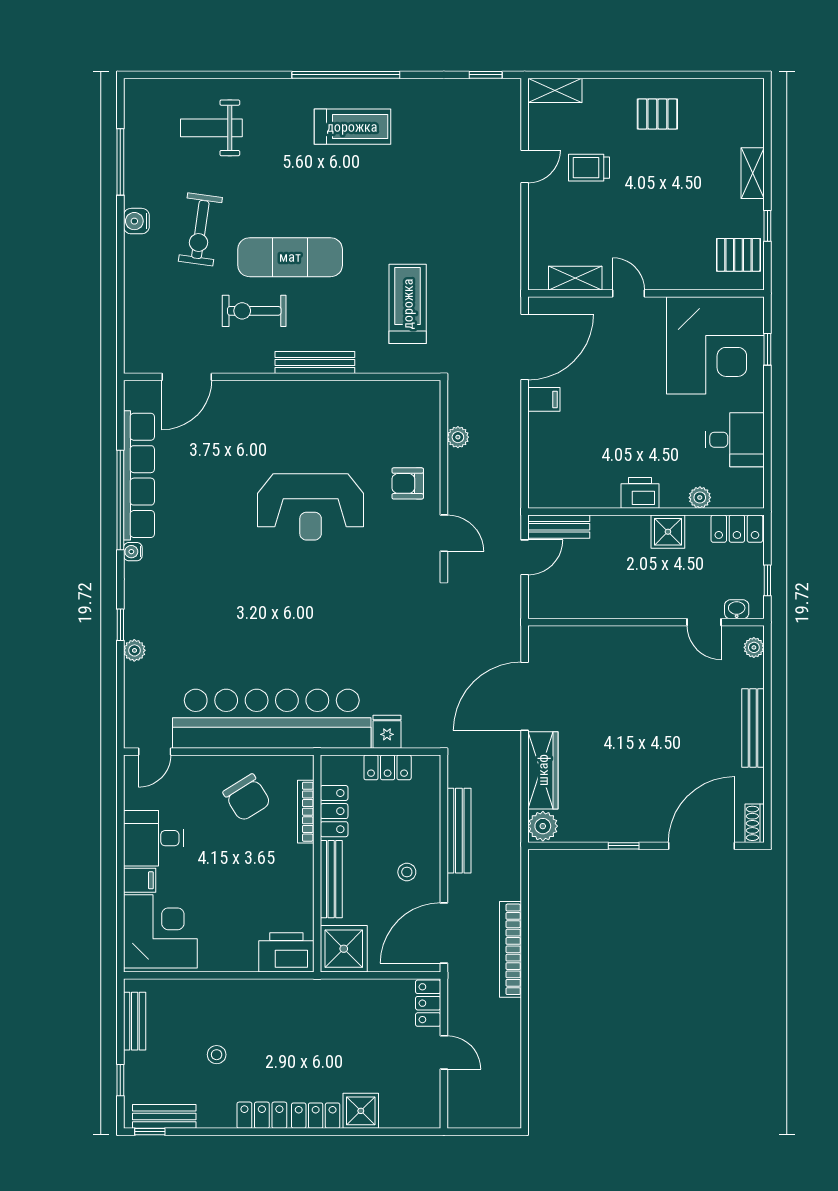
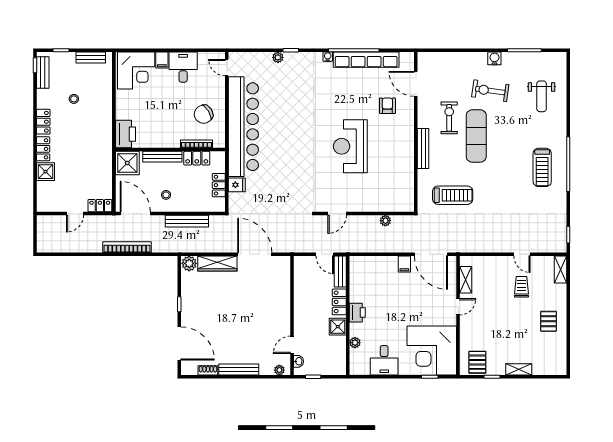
weight bench: (211, 128) -> (542, 96), turned 180
armchair: (408, 483) -> (387, 106), moved
locker: (737, 529) -> (339, 302), moved
shoe rack: (755, 823) -> (208, 370), moved

